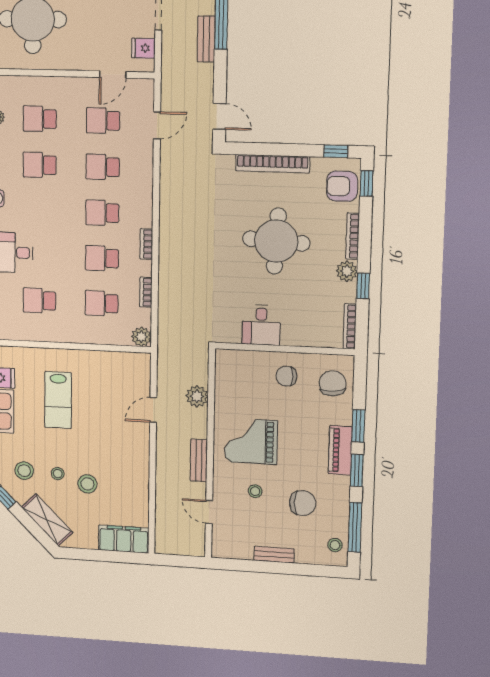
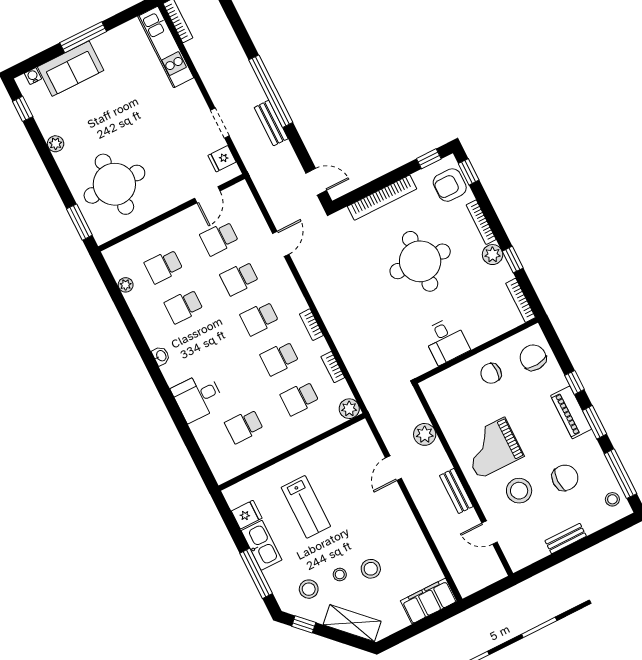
door: (157, 125) -> (281, 244), moved
window: (358, 426) -> (575, 382), width x0.67
stool: (255, 491) -> (519, 491), width x1.89, depth x1.89

